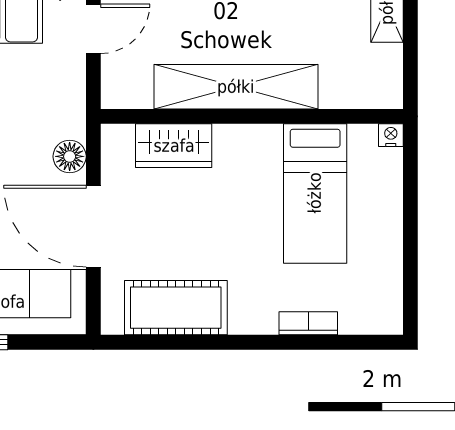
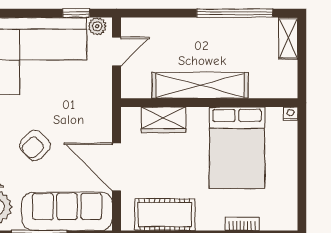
floor lamp: (70, 156) -> (103, 126), removed
bed: (315, 193) -> (237, 148), width x1.50

